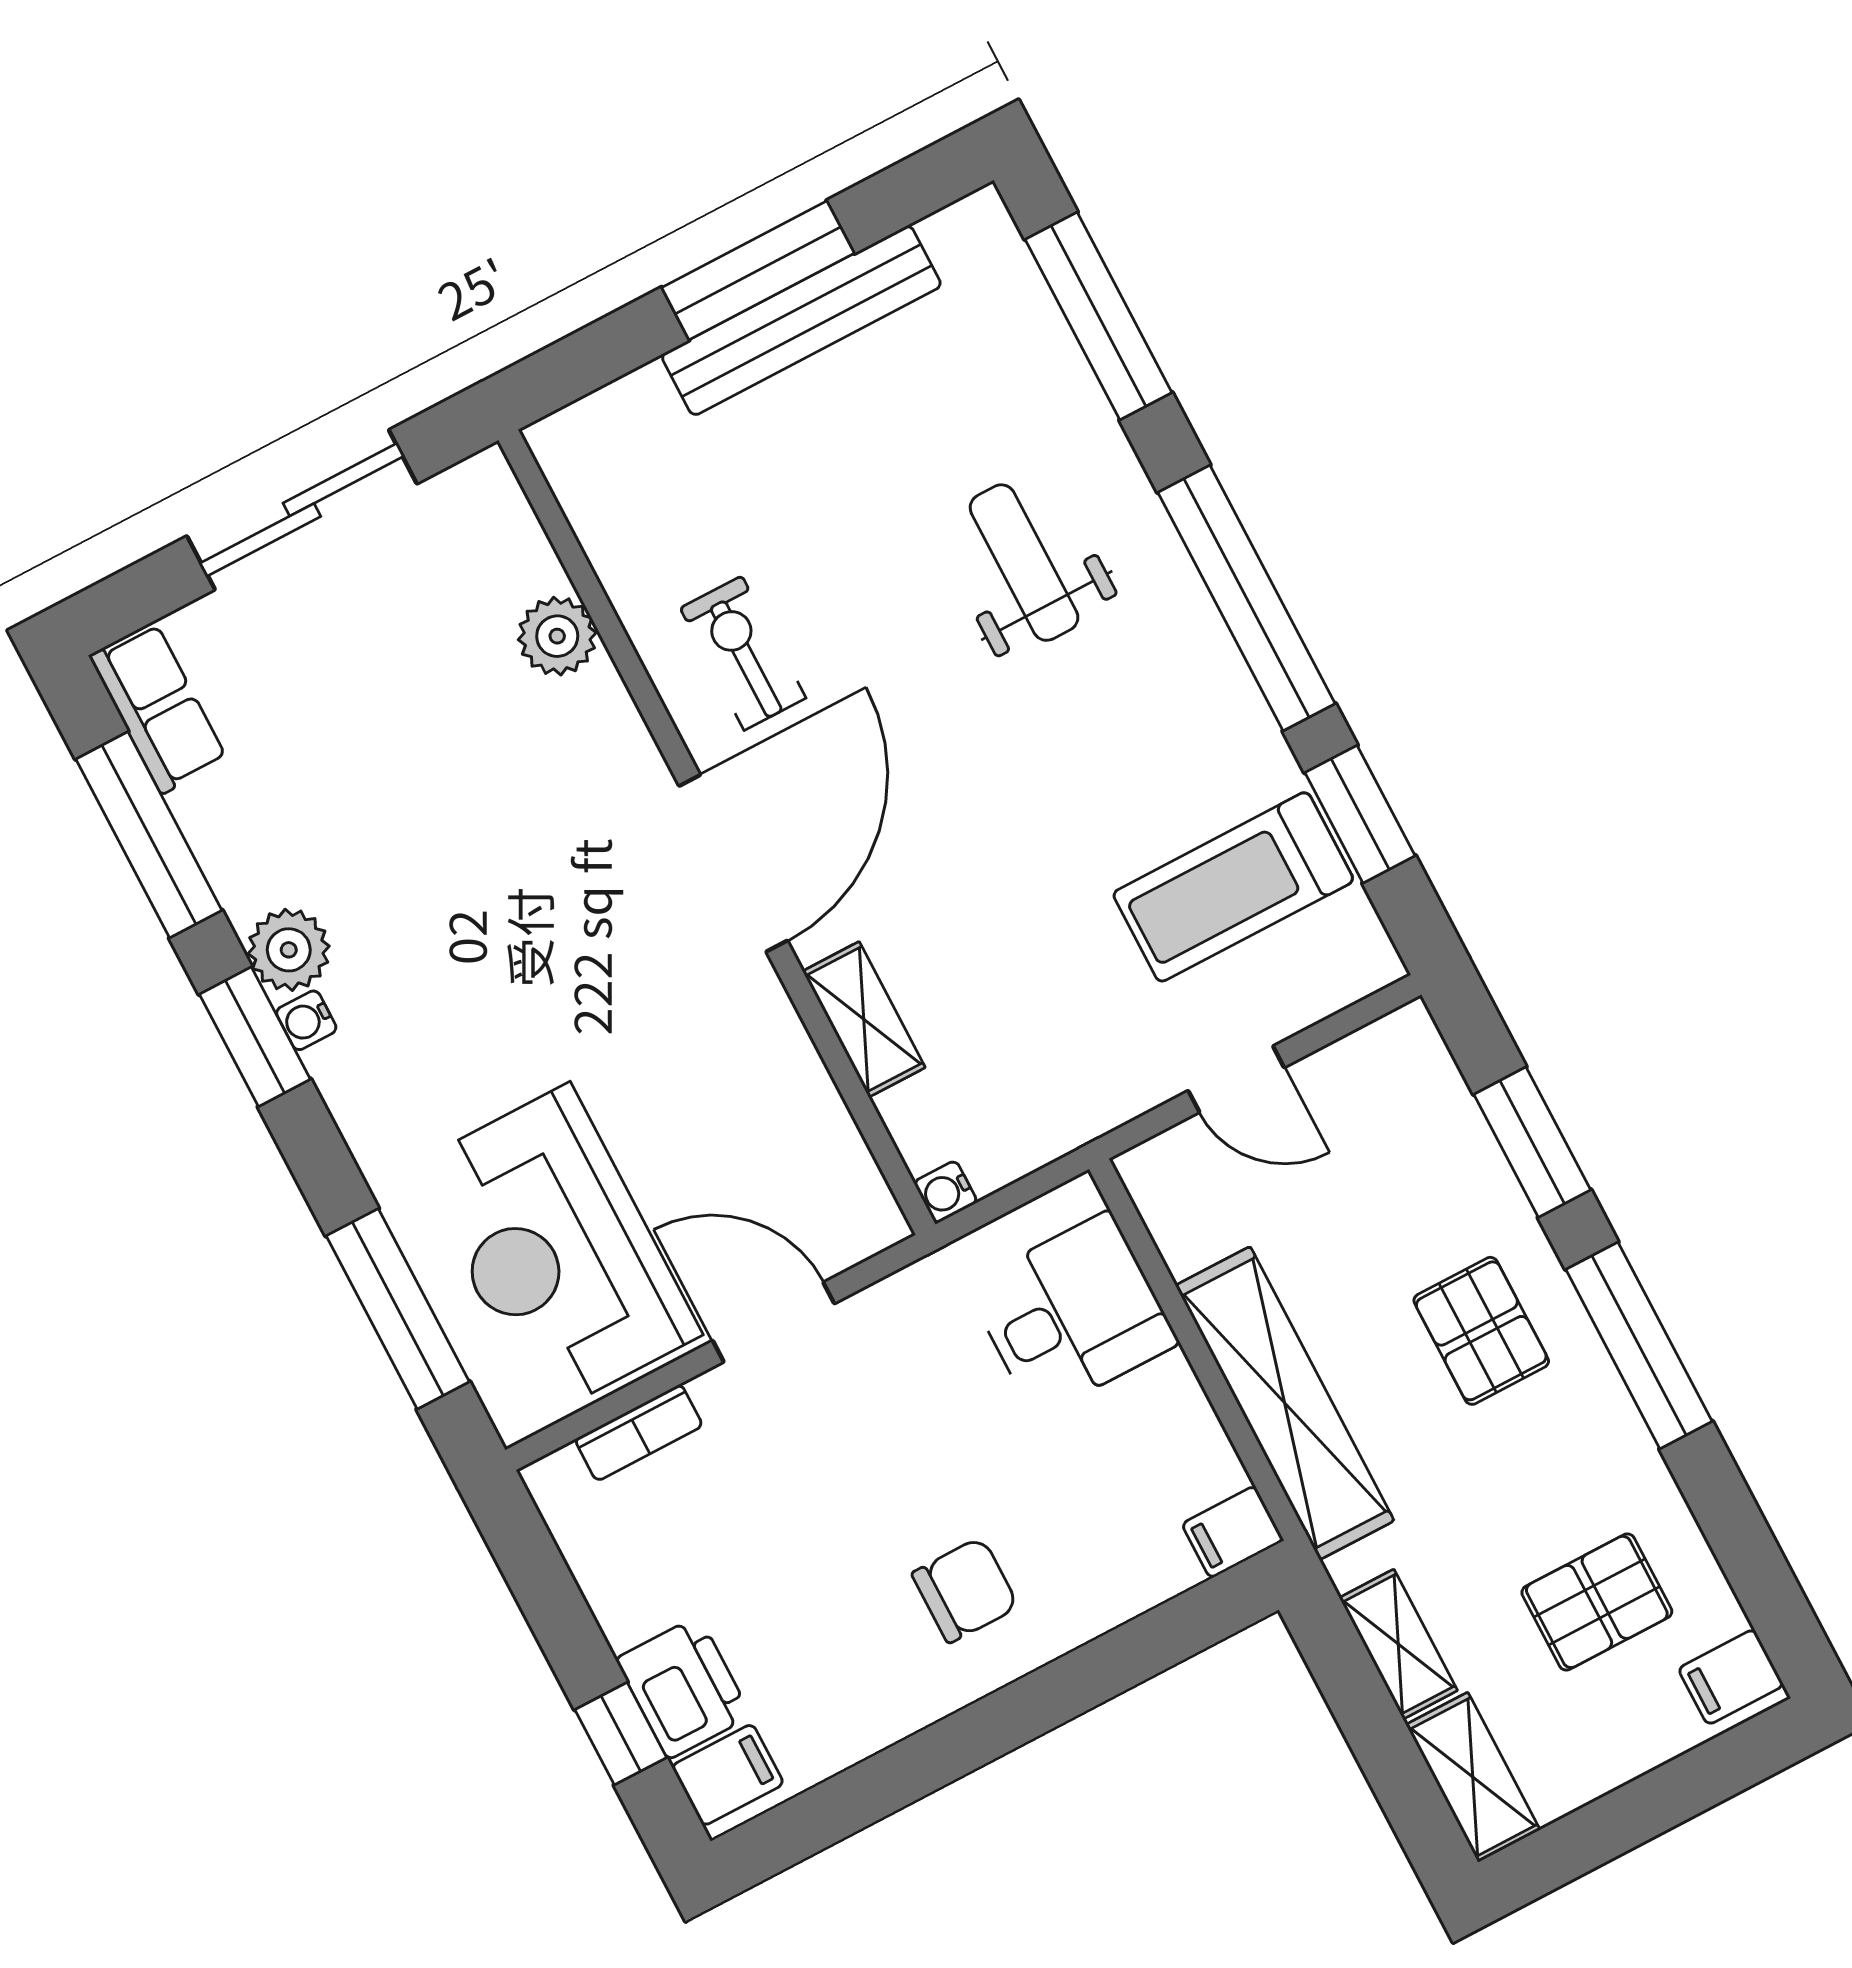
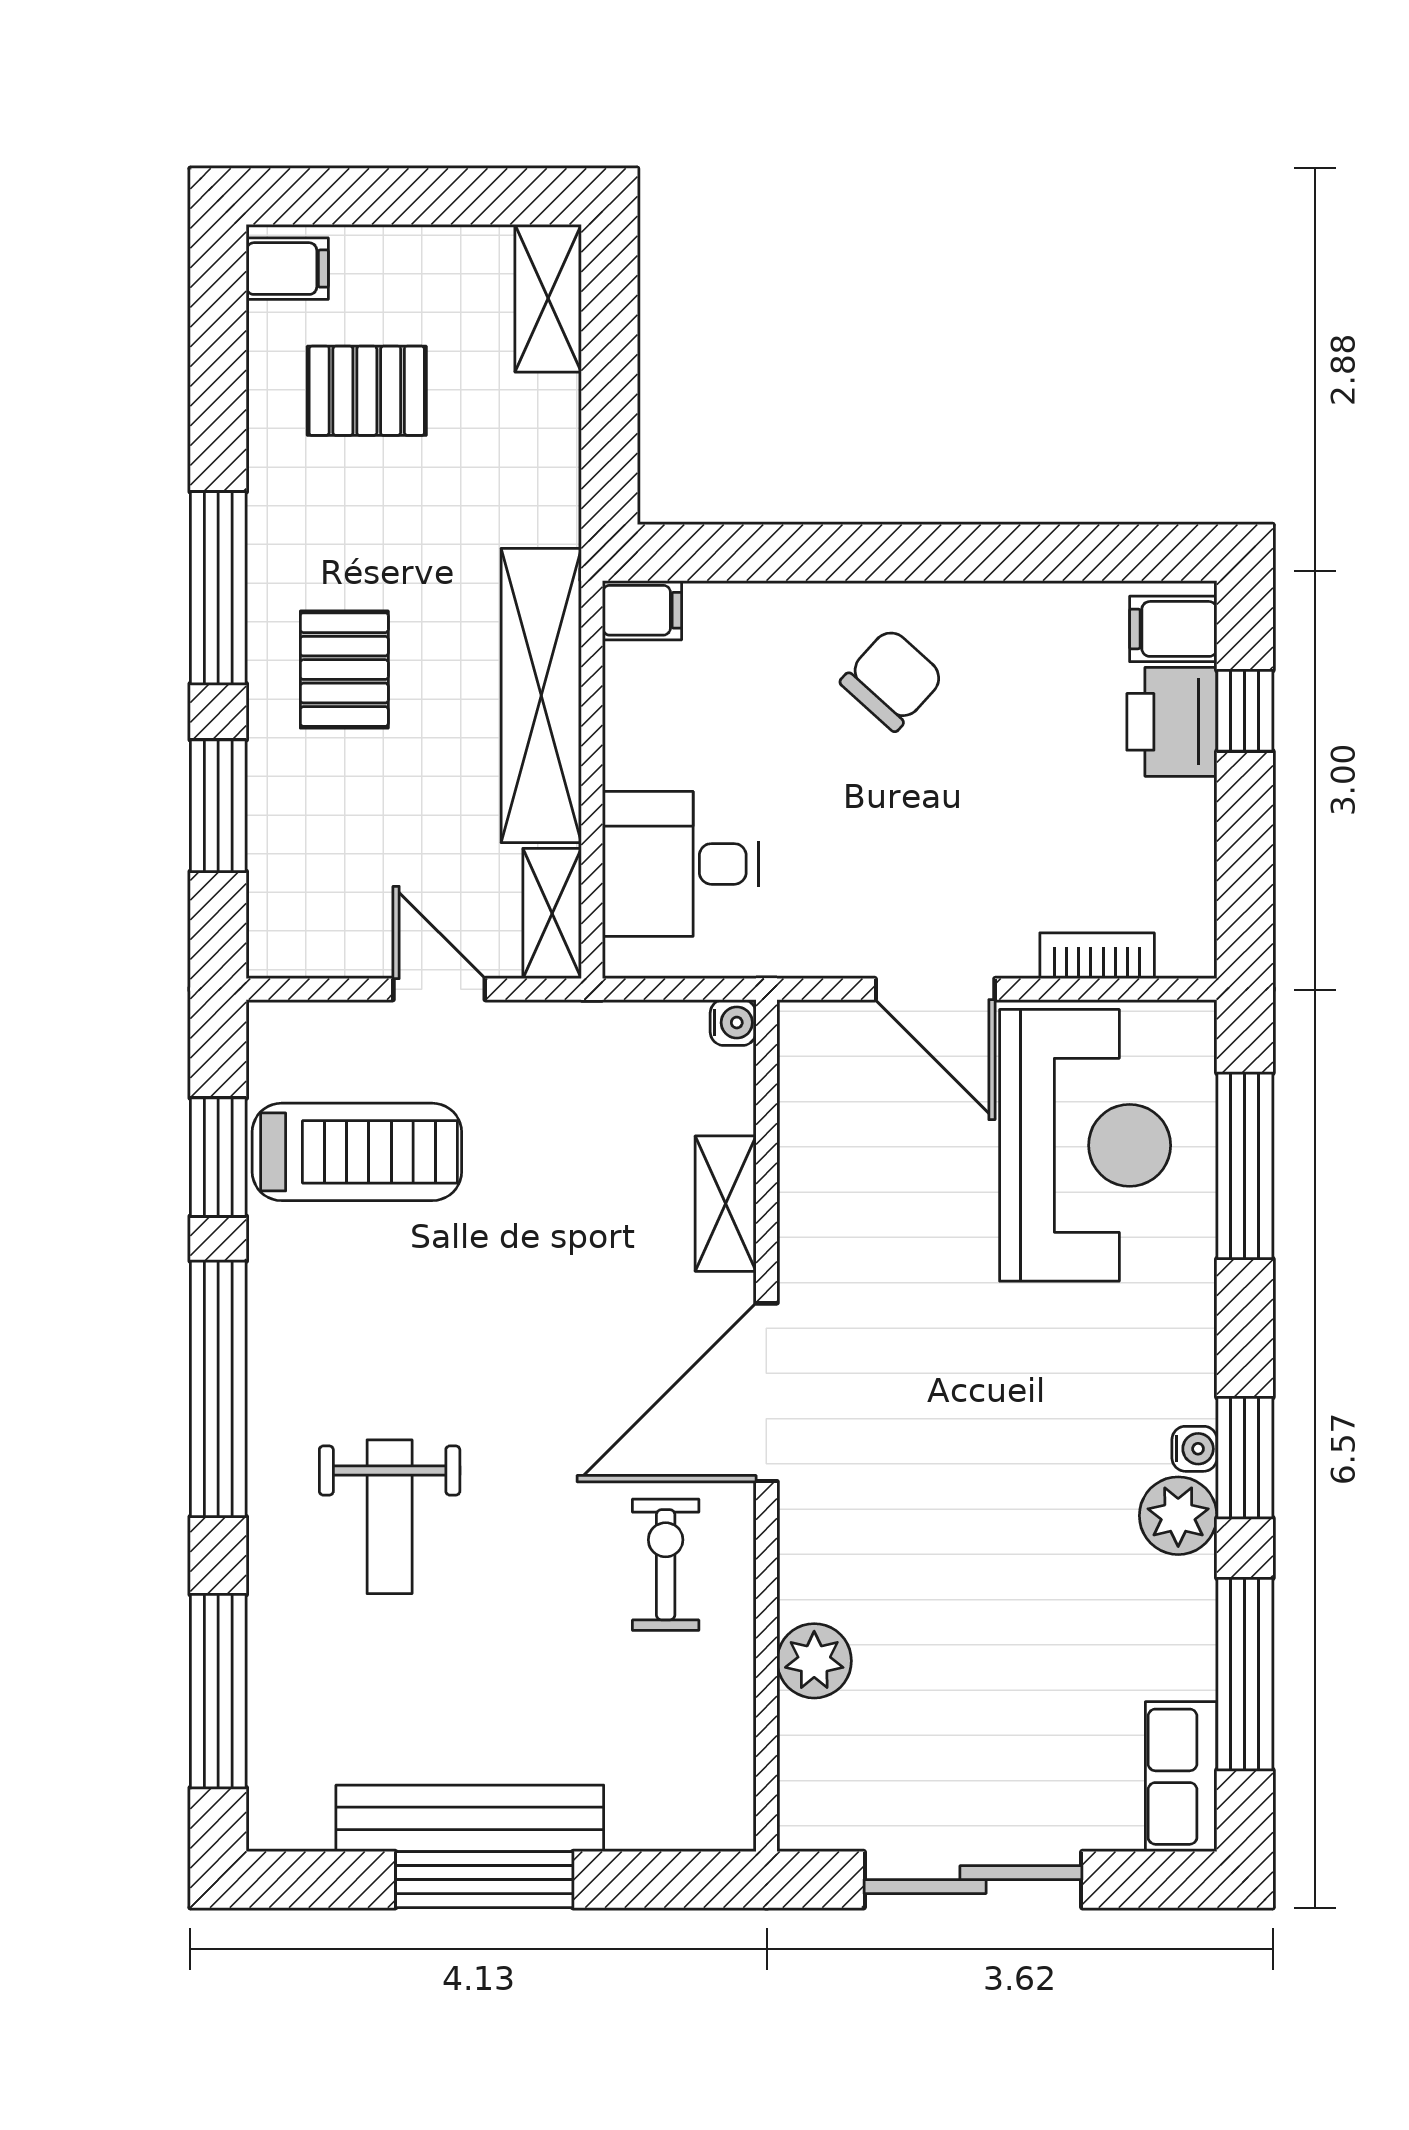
exercise bike: (743, 653) -> (666, 1565), turned 180
chair: (965, 1590) -> (892, 679), turned 132
shelving: (1398, 1644) -> (552, 913), moved

